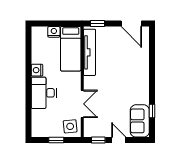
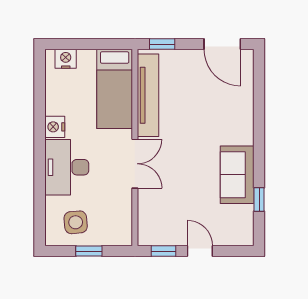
nightstand: (54, 32) -> (66, 59), moved
double door: (82, 104) -> (135, 164), moved
sofa: (140, 121) -> (237, 175), moved
side table: (70, 126) -> (76, 222), moved

